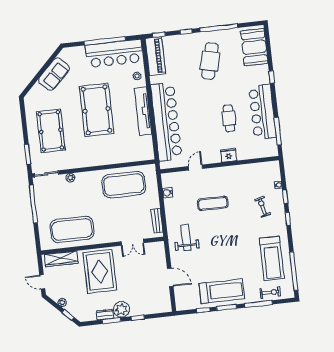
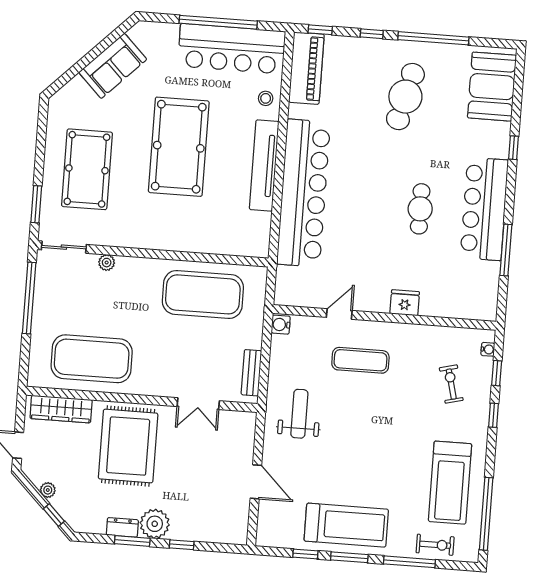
fridge: (229, 155) -> (405, 303), moved
wall: (220, 165) -> (385, 317), moved
door: (196, 168) -> (339, 314), moved

